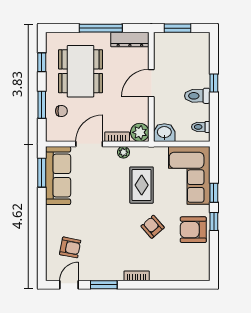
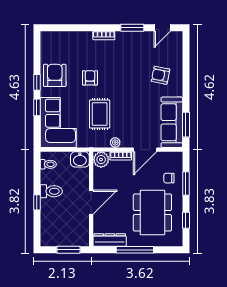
armchair: (153, 227) -> (90, 78), turned -139
armchair: (193, 230) -> (55, 75), turned -90
armchair: (70, 247) -> (160, 75), moved

